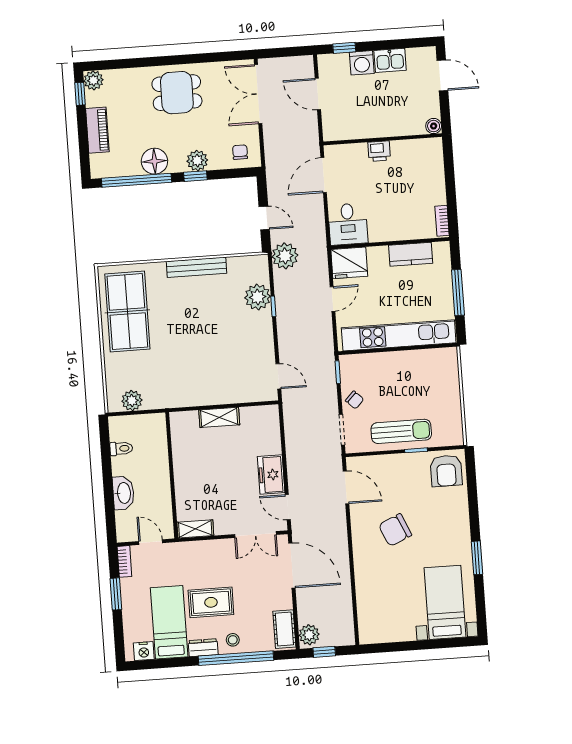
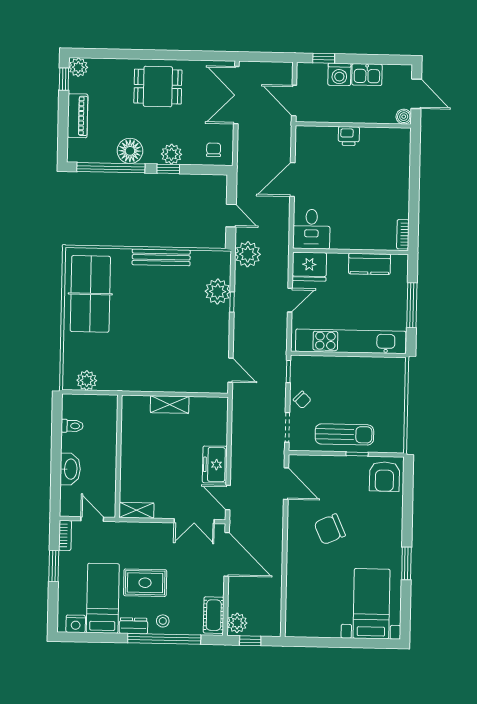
boiler: (434, 126) -> (404, 117), moved
wall: (383, 139) -> (353, 125), moved
printer: (379, 151) -> (349, 136), moved

